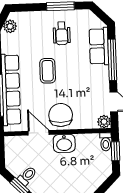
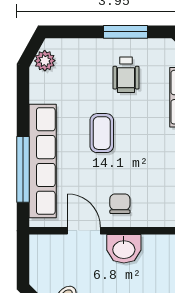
chair: (61, 115) -> (120, 204), width x0.54, depth x0.54

